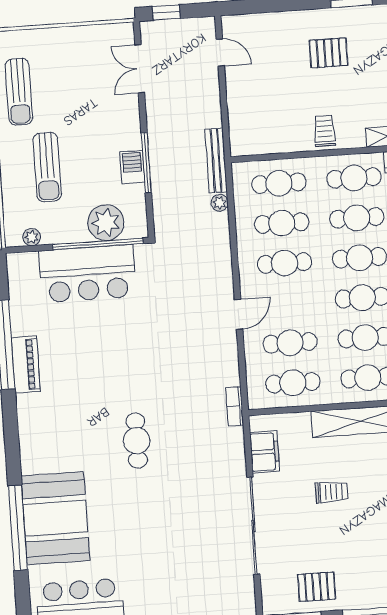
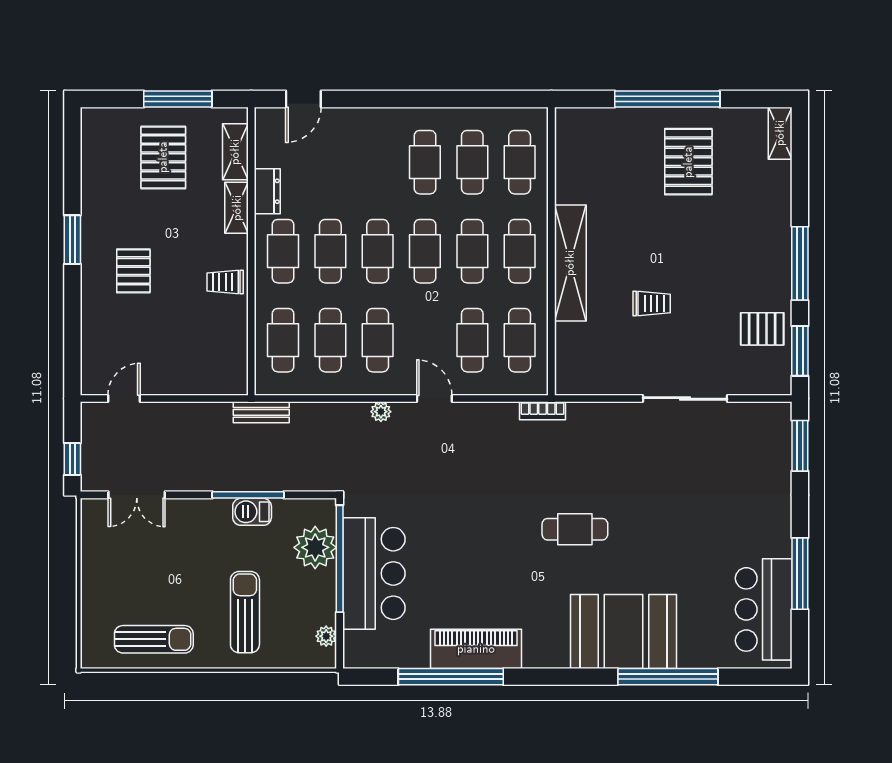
bench: (216, 161) -> (261, 412), width x0.73
sun lounger: (47, 167) -> (245, 612), turned -90
plant: (220, 203) -> (381, 412), moved
piano: (26, 364) -> (476, 649), width x1.37, depth x1.33
filing cabinet: (265, 452) -> (599, 379), removed
trolley: (332, 492) -> (652, 303), turned 90
booth: (55, 518) -> (623, 631), moved
sliding door: (253, 526) -> (685, 398), width x0.73
pallet: (317, 587) -> (762, 329), turned 90

